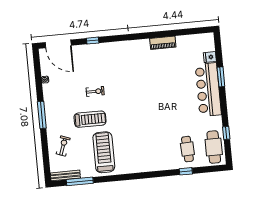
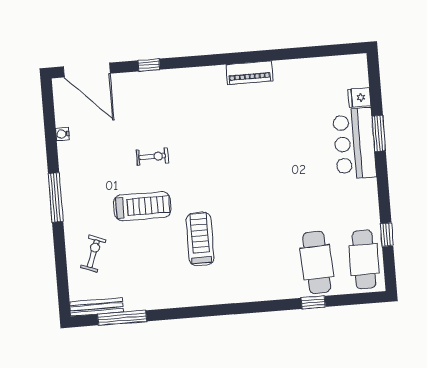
piano: (163, 43) -> (249, 73), moved
bar counter: (208, 90) -> (355, 144), width x0.73
cafe table: (187, 149) -> (317, 262), width x1.37, depth x1.35
treadmill: (104, 152) -> (200, 239), moved, width x0.73, depth x0.73

